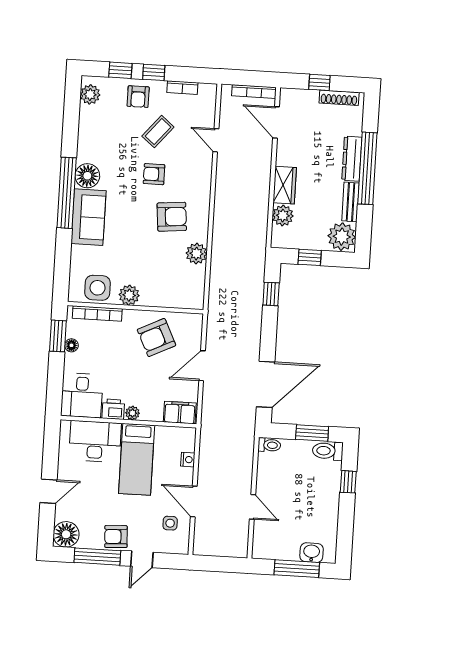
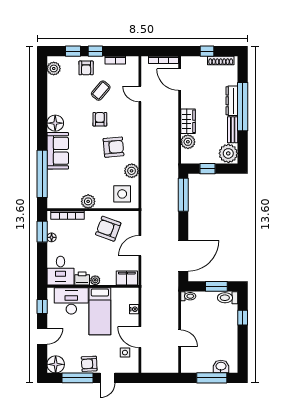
armchair: (154, 174) -> (100, 119), turned 90
window: (67, 193) -> (42, 174), moved
side table: (98, 288) -> (122, 194), moved
window: (271, 294) -> (183, 195), width x2.17
armchair: (157, 337) -> (108, 229), turned 46
window: (51, 447) -> (42, 307), added

